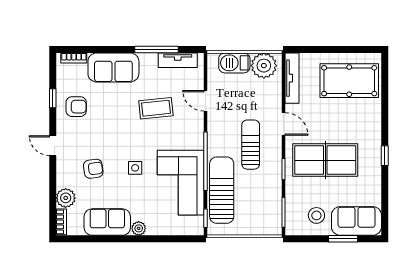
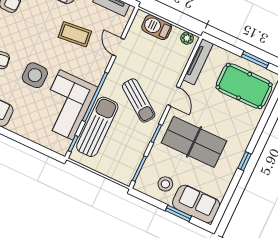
window: (348, 49) -> (255, 60), added
plant: (264, 66) -> (187, 38), width x0.53, depth x0.53
sun lounger: (251, 145) -> (139, 100), turned 126
side table: (135, 168) -> (35, 75), width x1.87, depth x1.87
plant: (139, 228) -> (14, 126), removed

